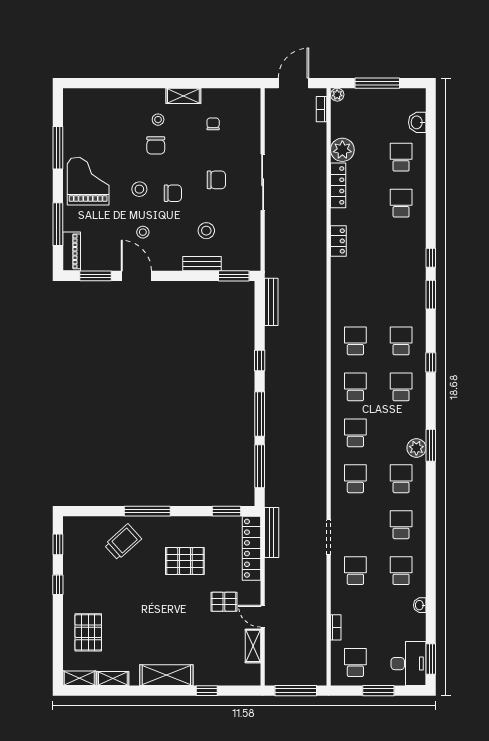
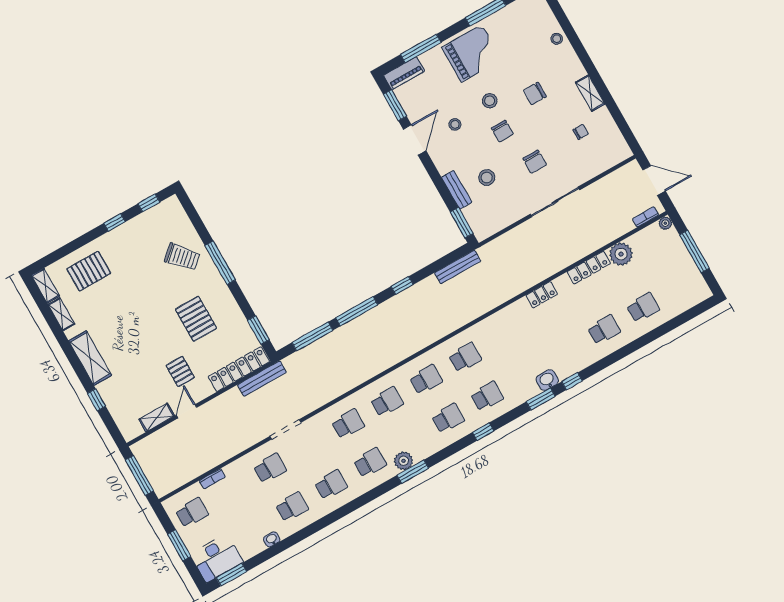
stool: (158, 120) -> (557, 39), moved
washbasin: (417, 122) -> (547, 380), moved

